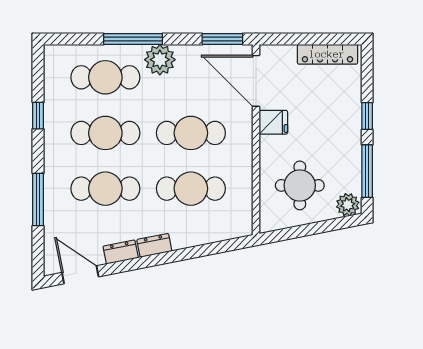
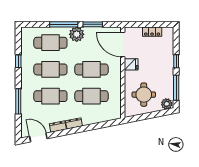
window: (222, 39) -> (93, 24), moved
locker: (327, 54) -> (152, 32), width x0.66

